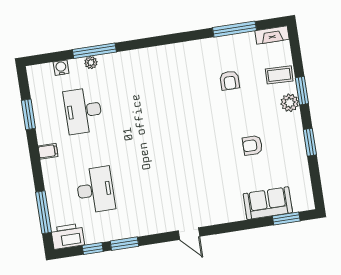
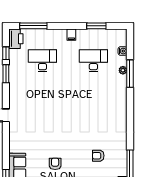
desk: (95, 190) -> (42, 61), turned 180

